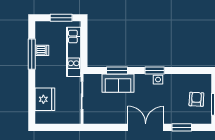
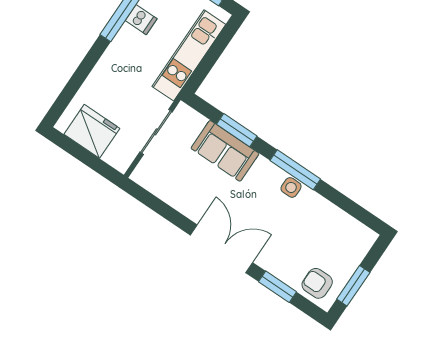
window: (155, 71) -> (295, 170), width x1.44
fridge: (45, 99) -> (92, 131), moved, turned -90
armchair: (196, 99) -> (317, 283), moved, turned -93

